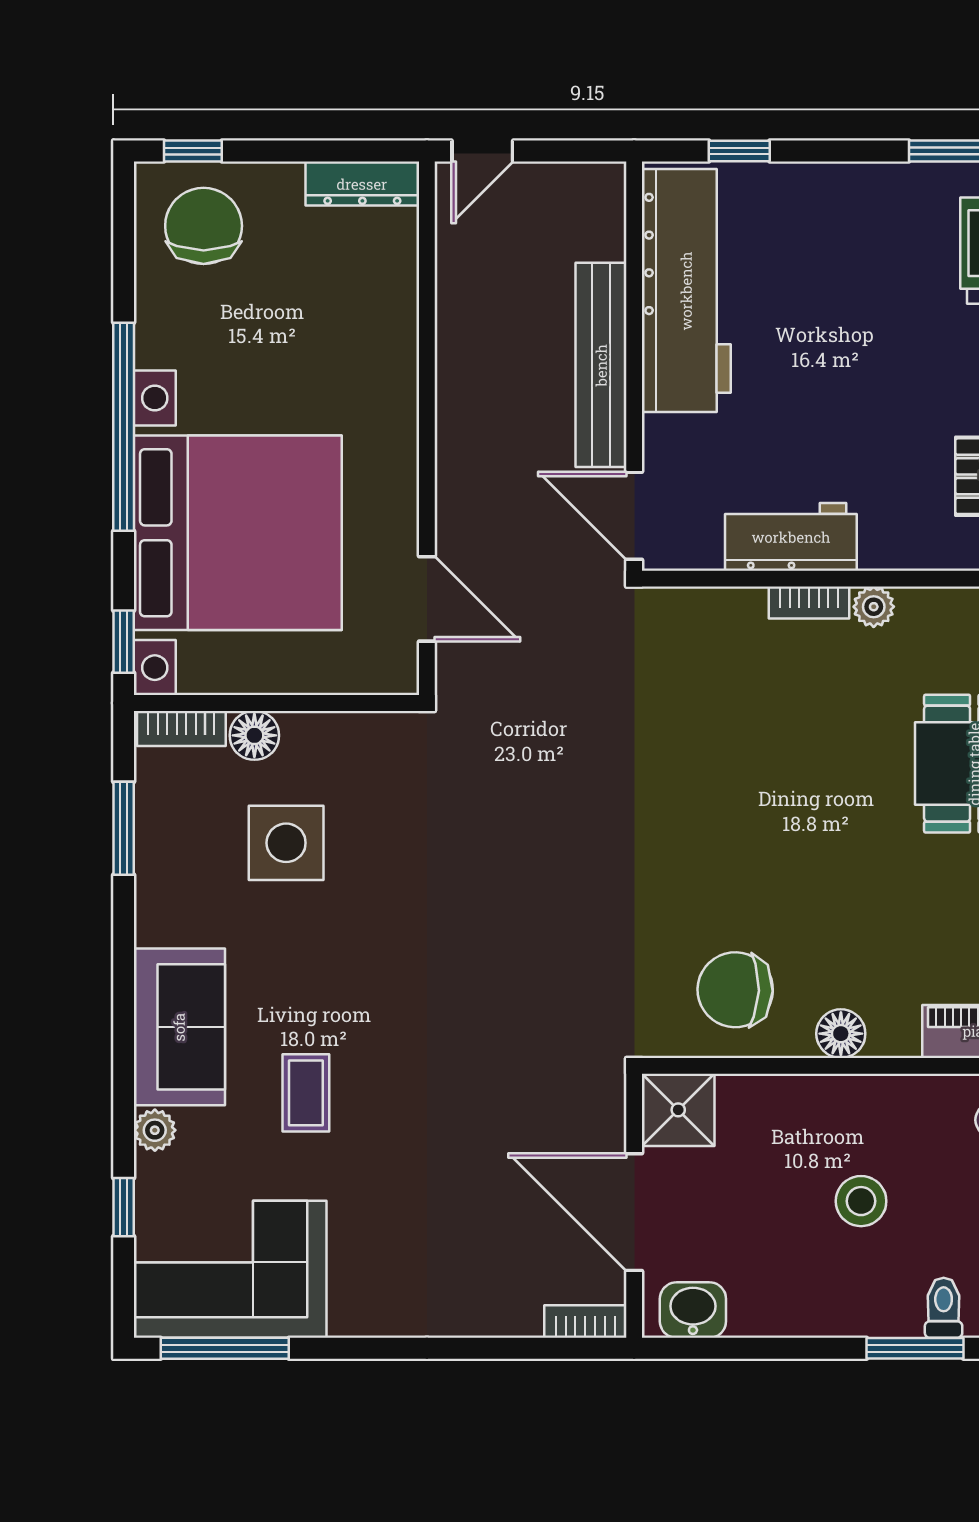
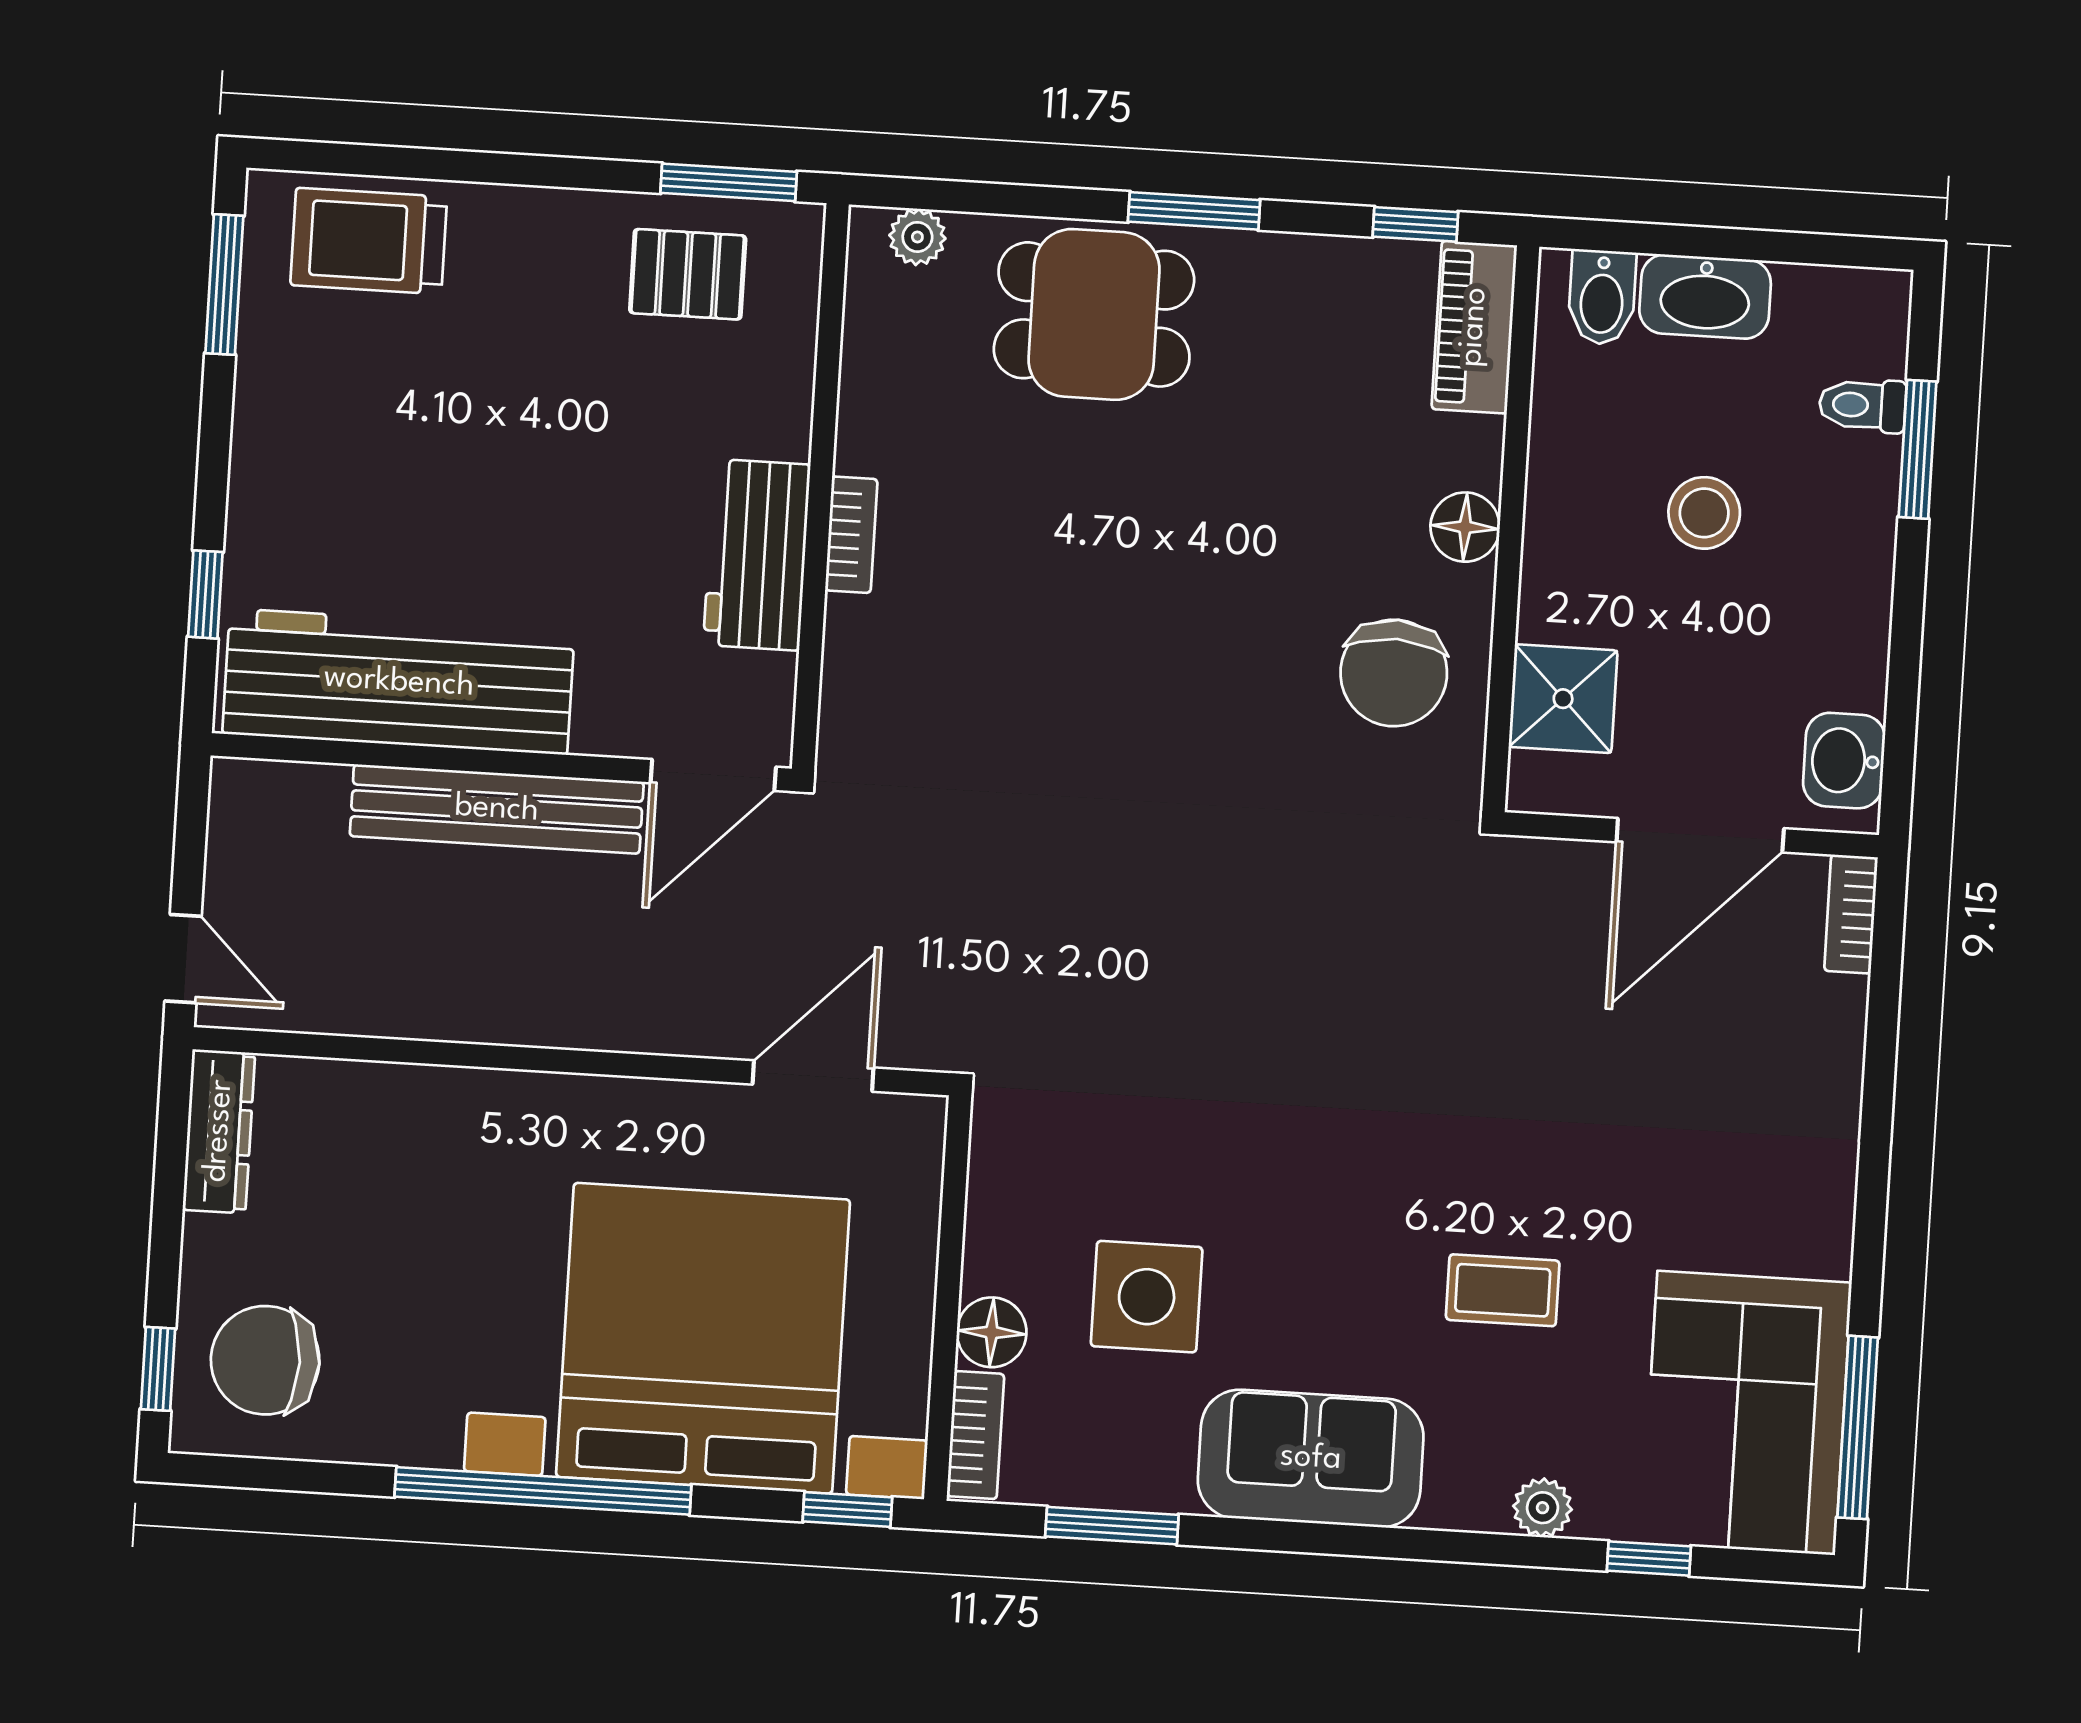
plant: (874, 607) -> (863, 443), removed
sofa: (179, 1027) -> (1311, 1458), moved
shower: (678, 1110) -> (1563, 699), moved

